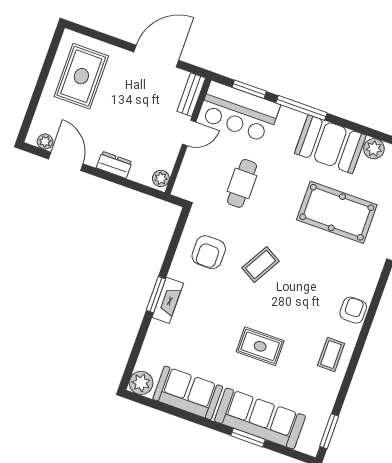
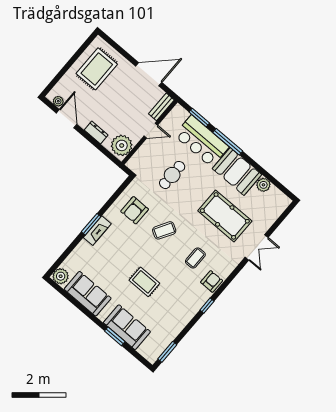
bar counter: (239, 112) -> (202, 141), moved
plant: (161, 178) -> (122, 145), width x1.87, depth x1.87
window: (359, 346) -> (207, 306), added
coffee table: (331, 354) -> (195, 258), moved
sofa: (260, 419) -> (127, 327), width x0.73

